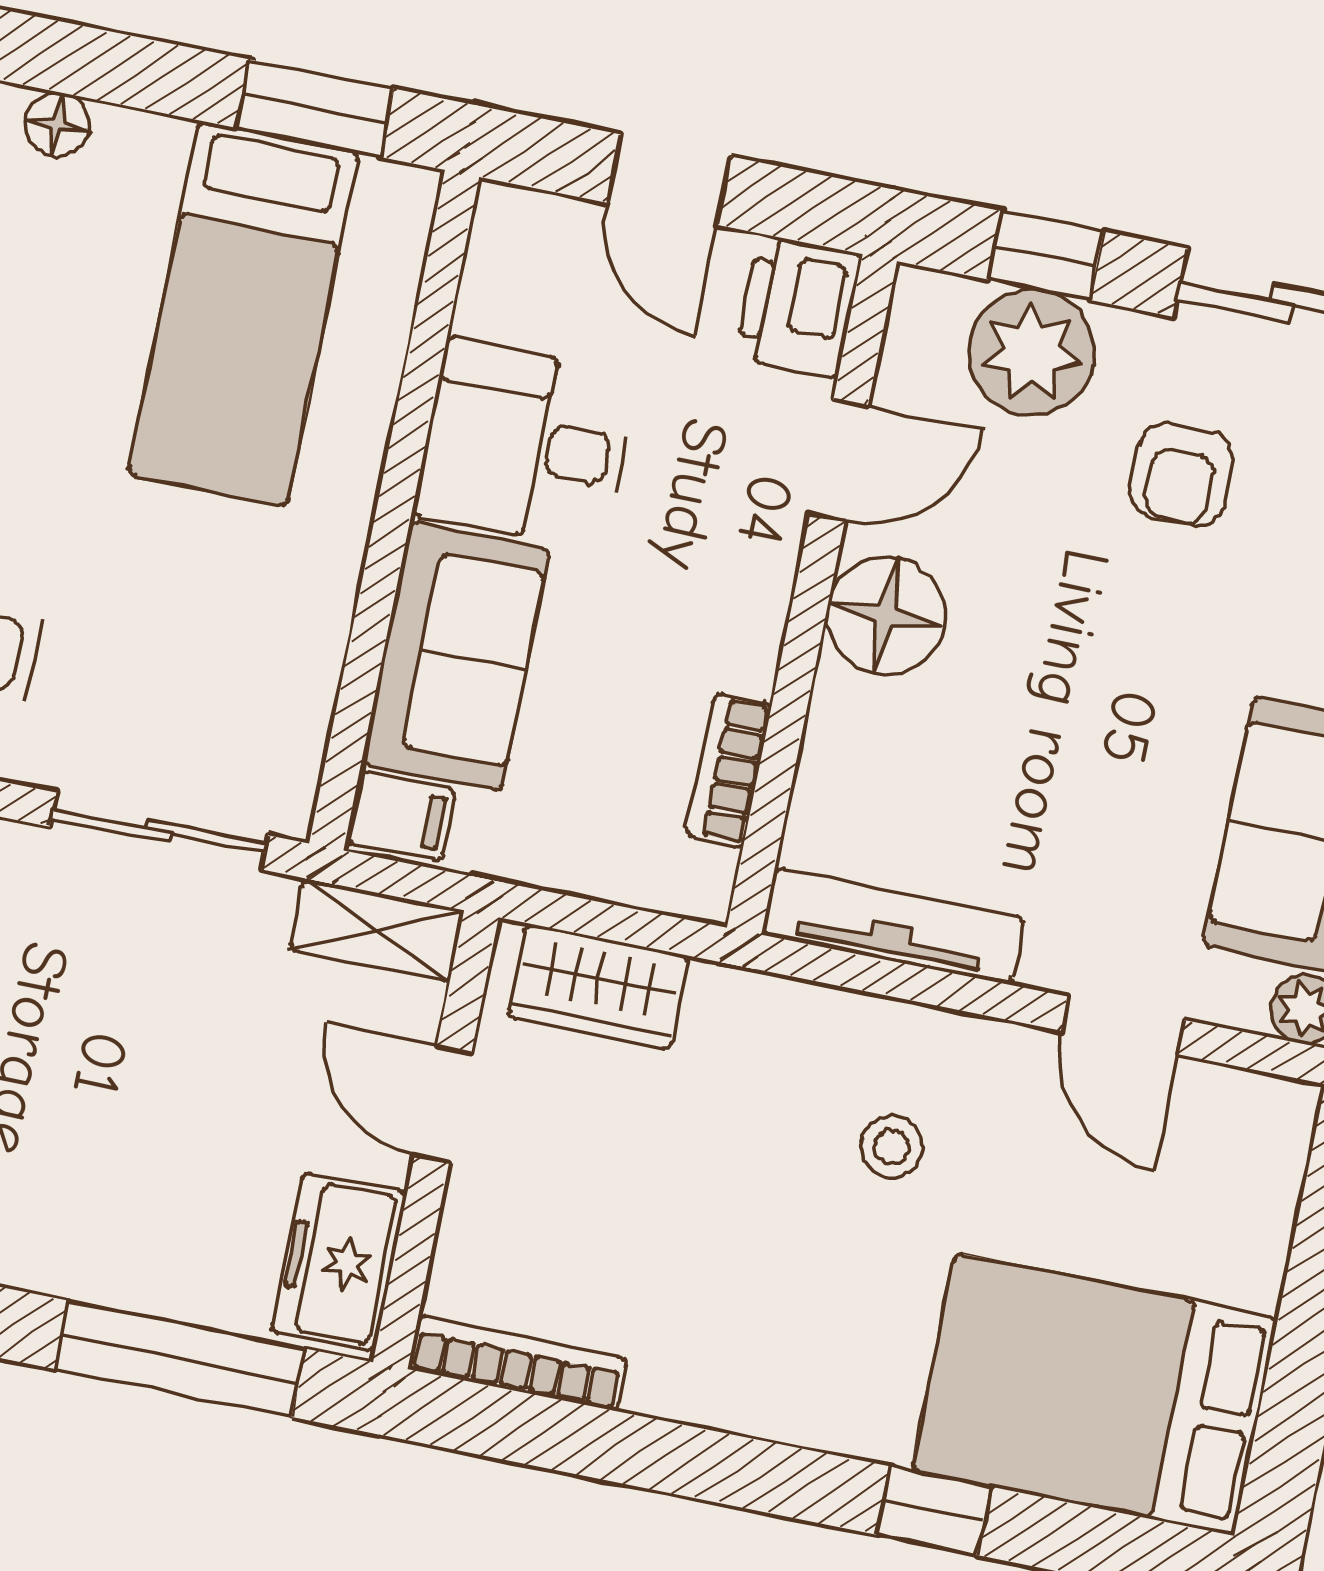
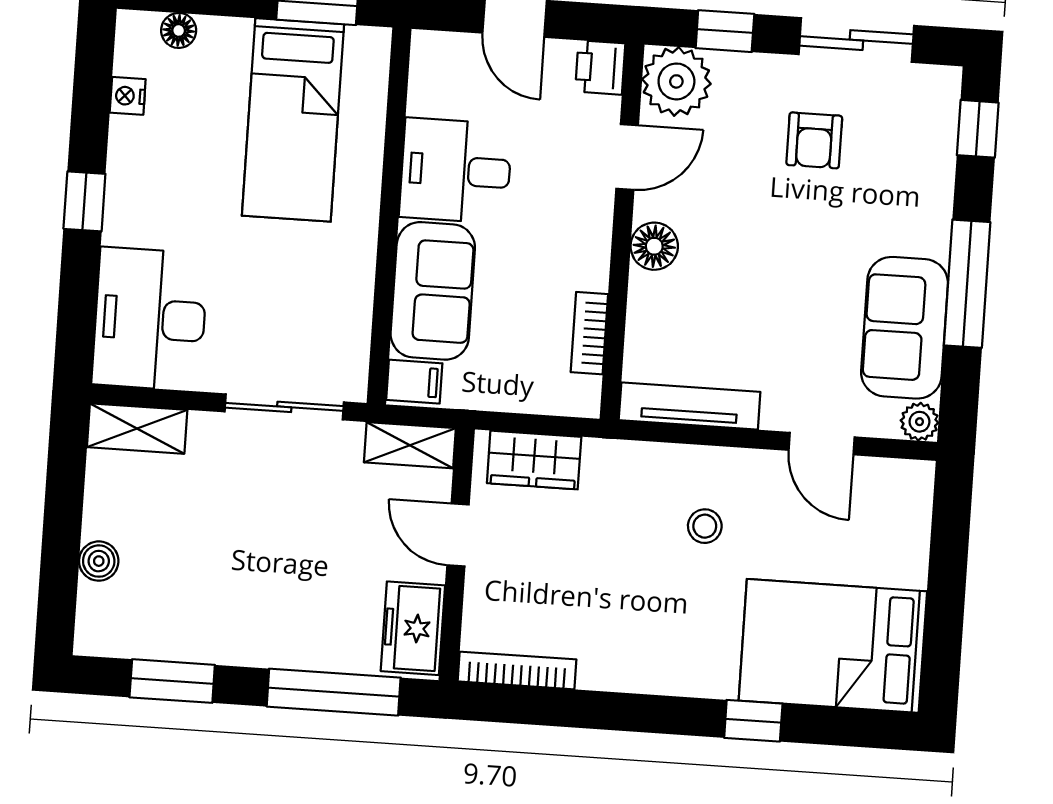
printer: (798, 307) -> (600, 67), width x0.73, depth x0.81
plant: (1031, 352) -> (676, 81), moved
floor lamp: (886, 616) -> (654, 246), width x0.73, depth x0.73

